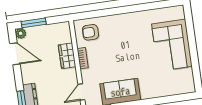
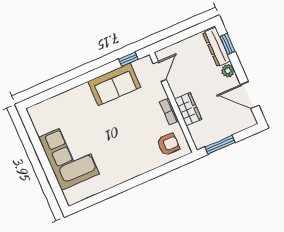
window: (34, 23) -> (220, 145), moved
plant: (21, 33) -> (228, 71), moved

